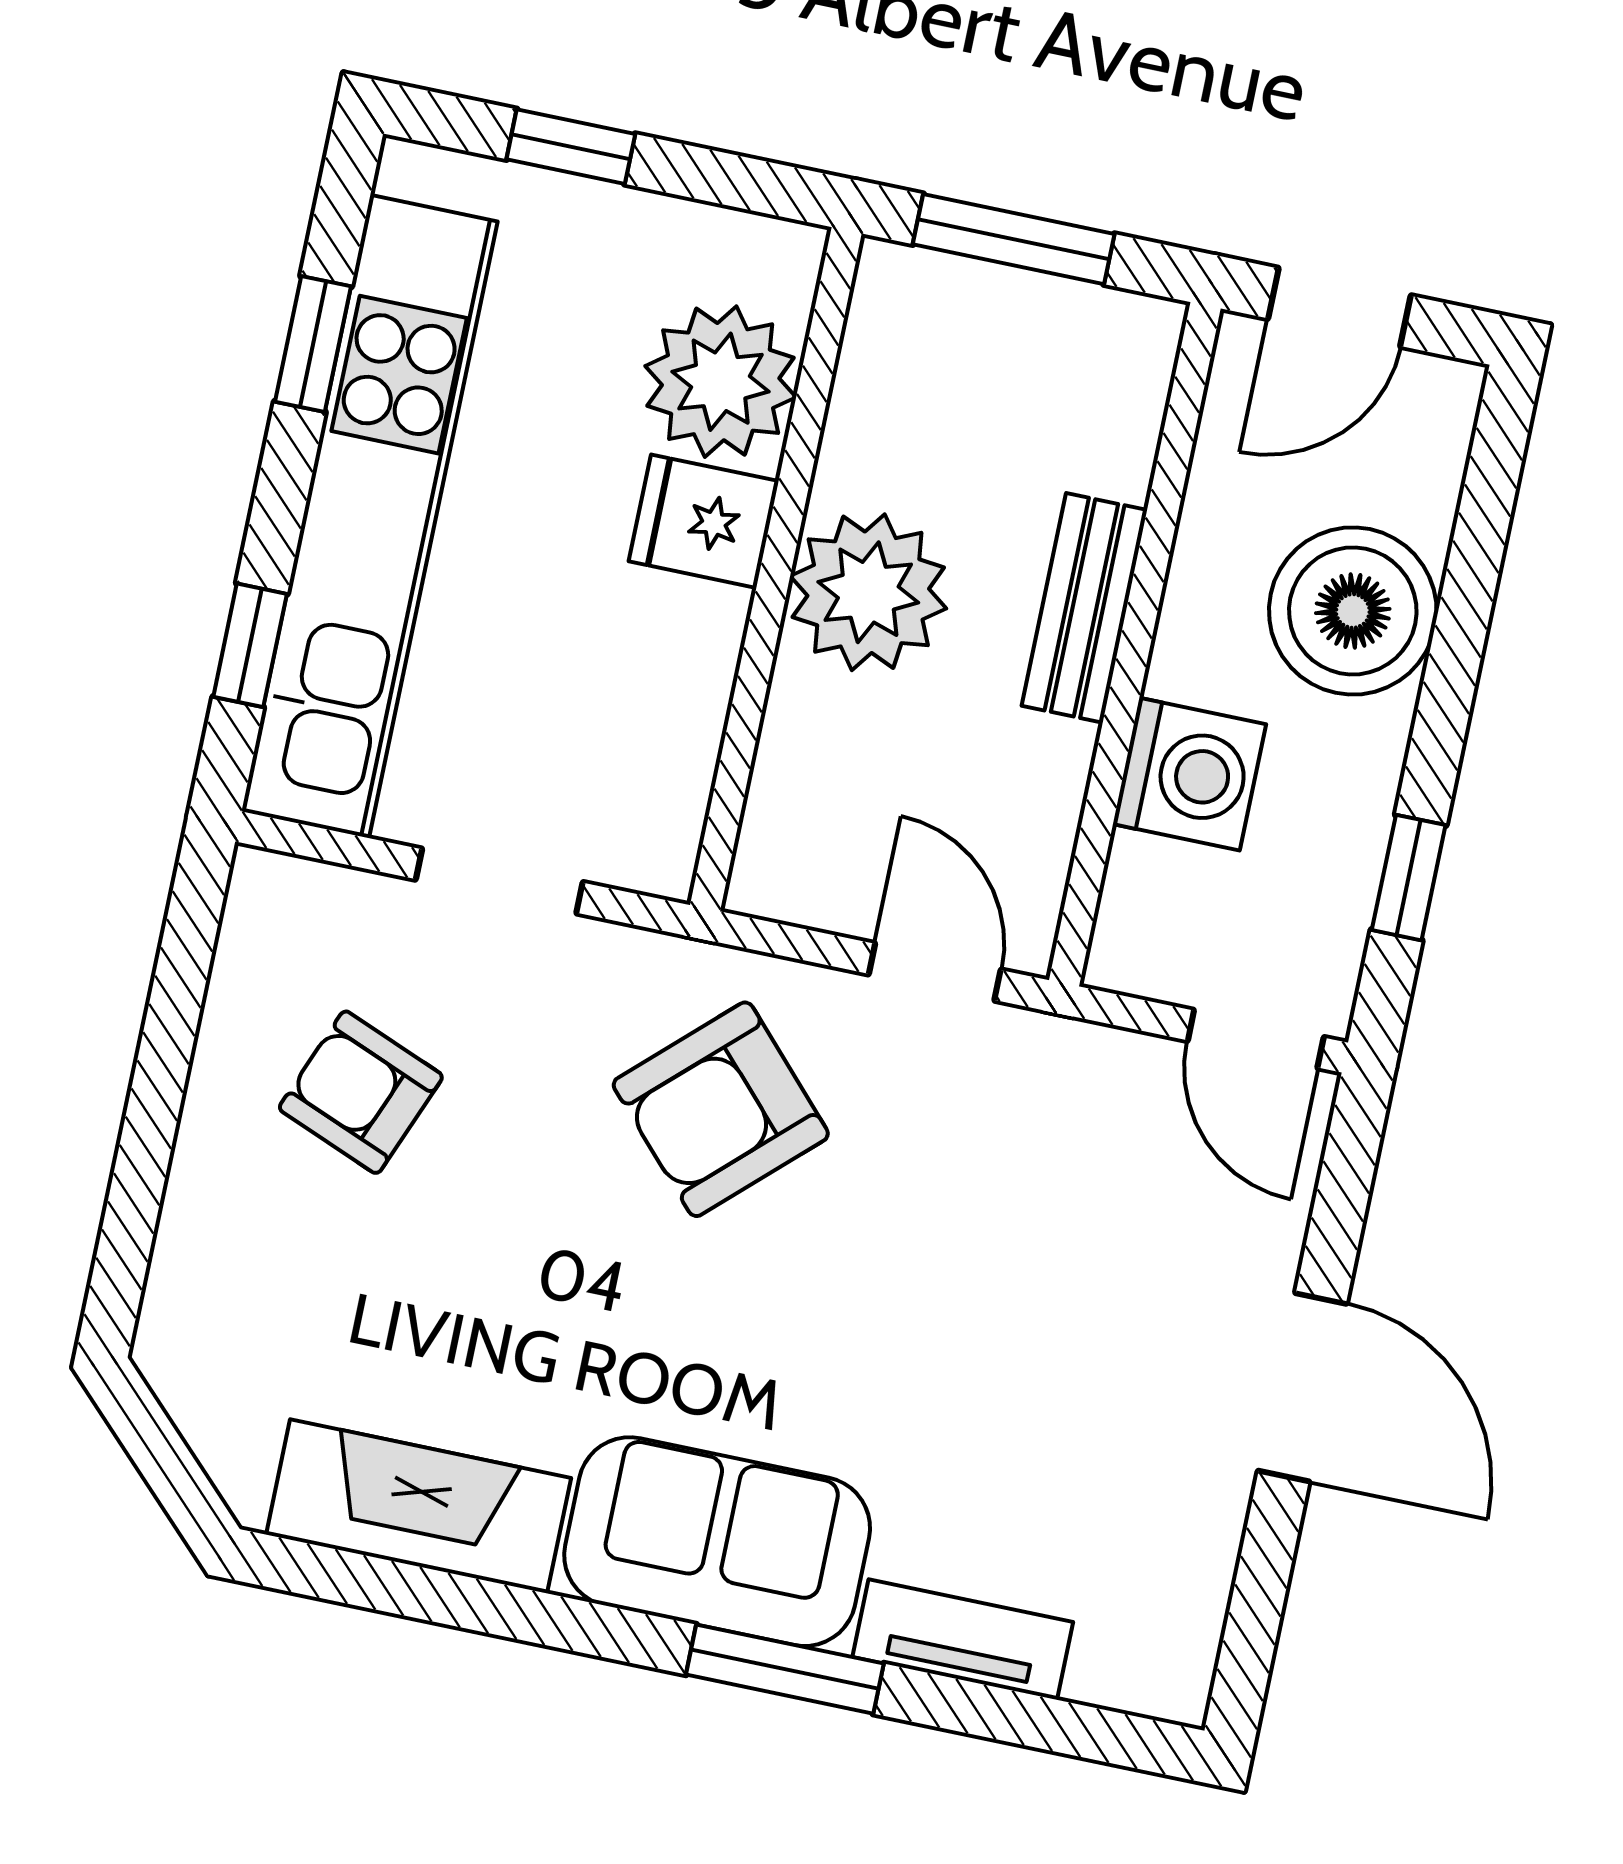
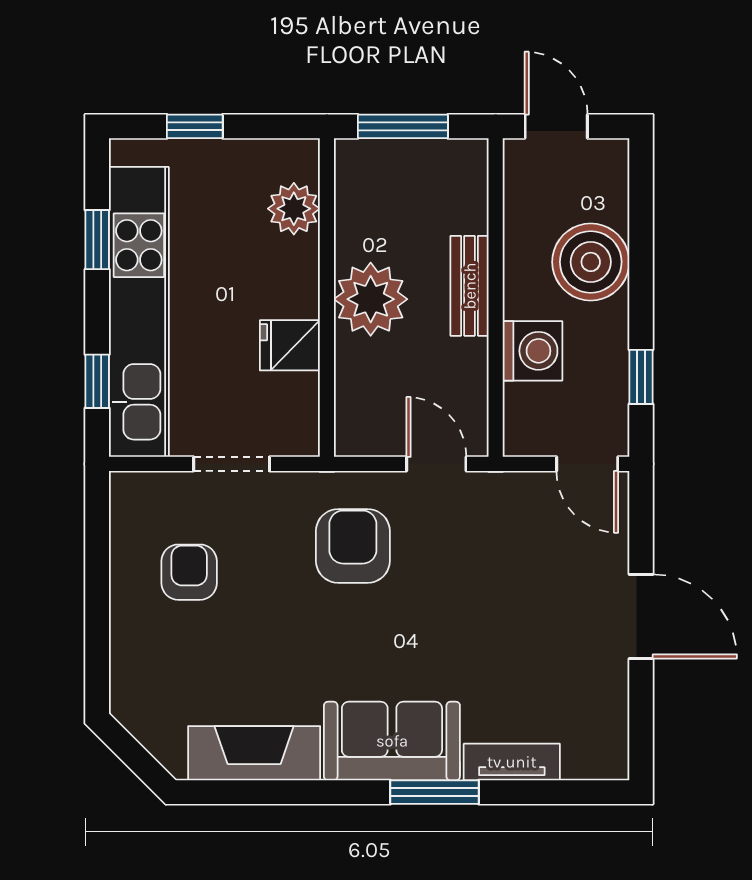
door: (1339, 307) -> (556, 126), swing flipped
plant: (721, 382) -> (294, 209), width x0.73, depth x0.73
fridge: (704, 521) -> (290, 345), moved
armchair: (361, 1092) -> (189, 572), turned 68
armchair: (721, 1109) -> (353, 546), turned 133

